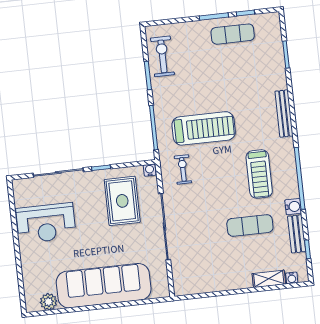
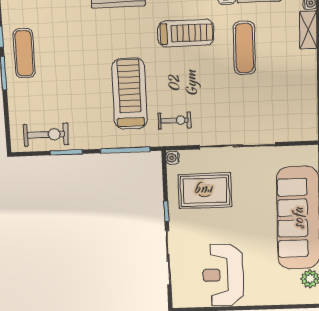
exercise bike: (162, 56) -> (46, 135), turned 180
exercise bike: (183, 169) -> (174, 120), turned 180
reception desk: (46, 223) -> (223, 275), turned 180

